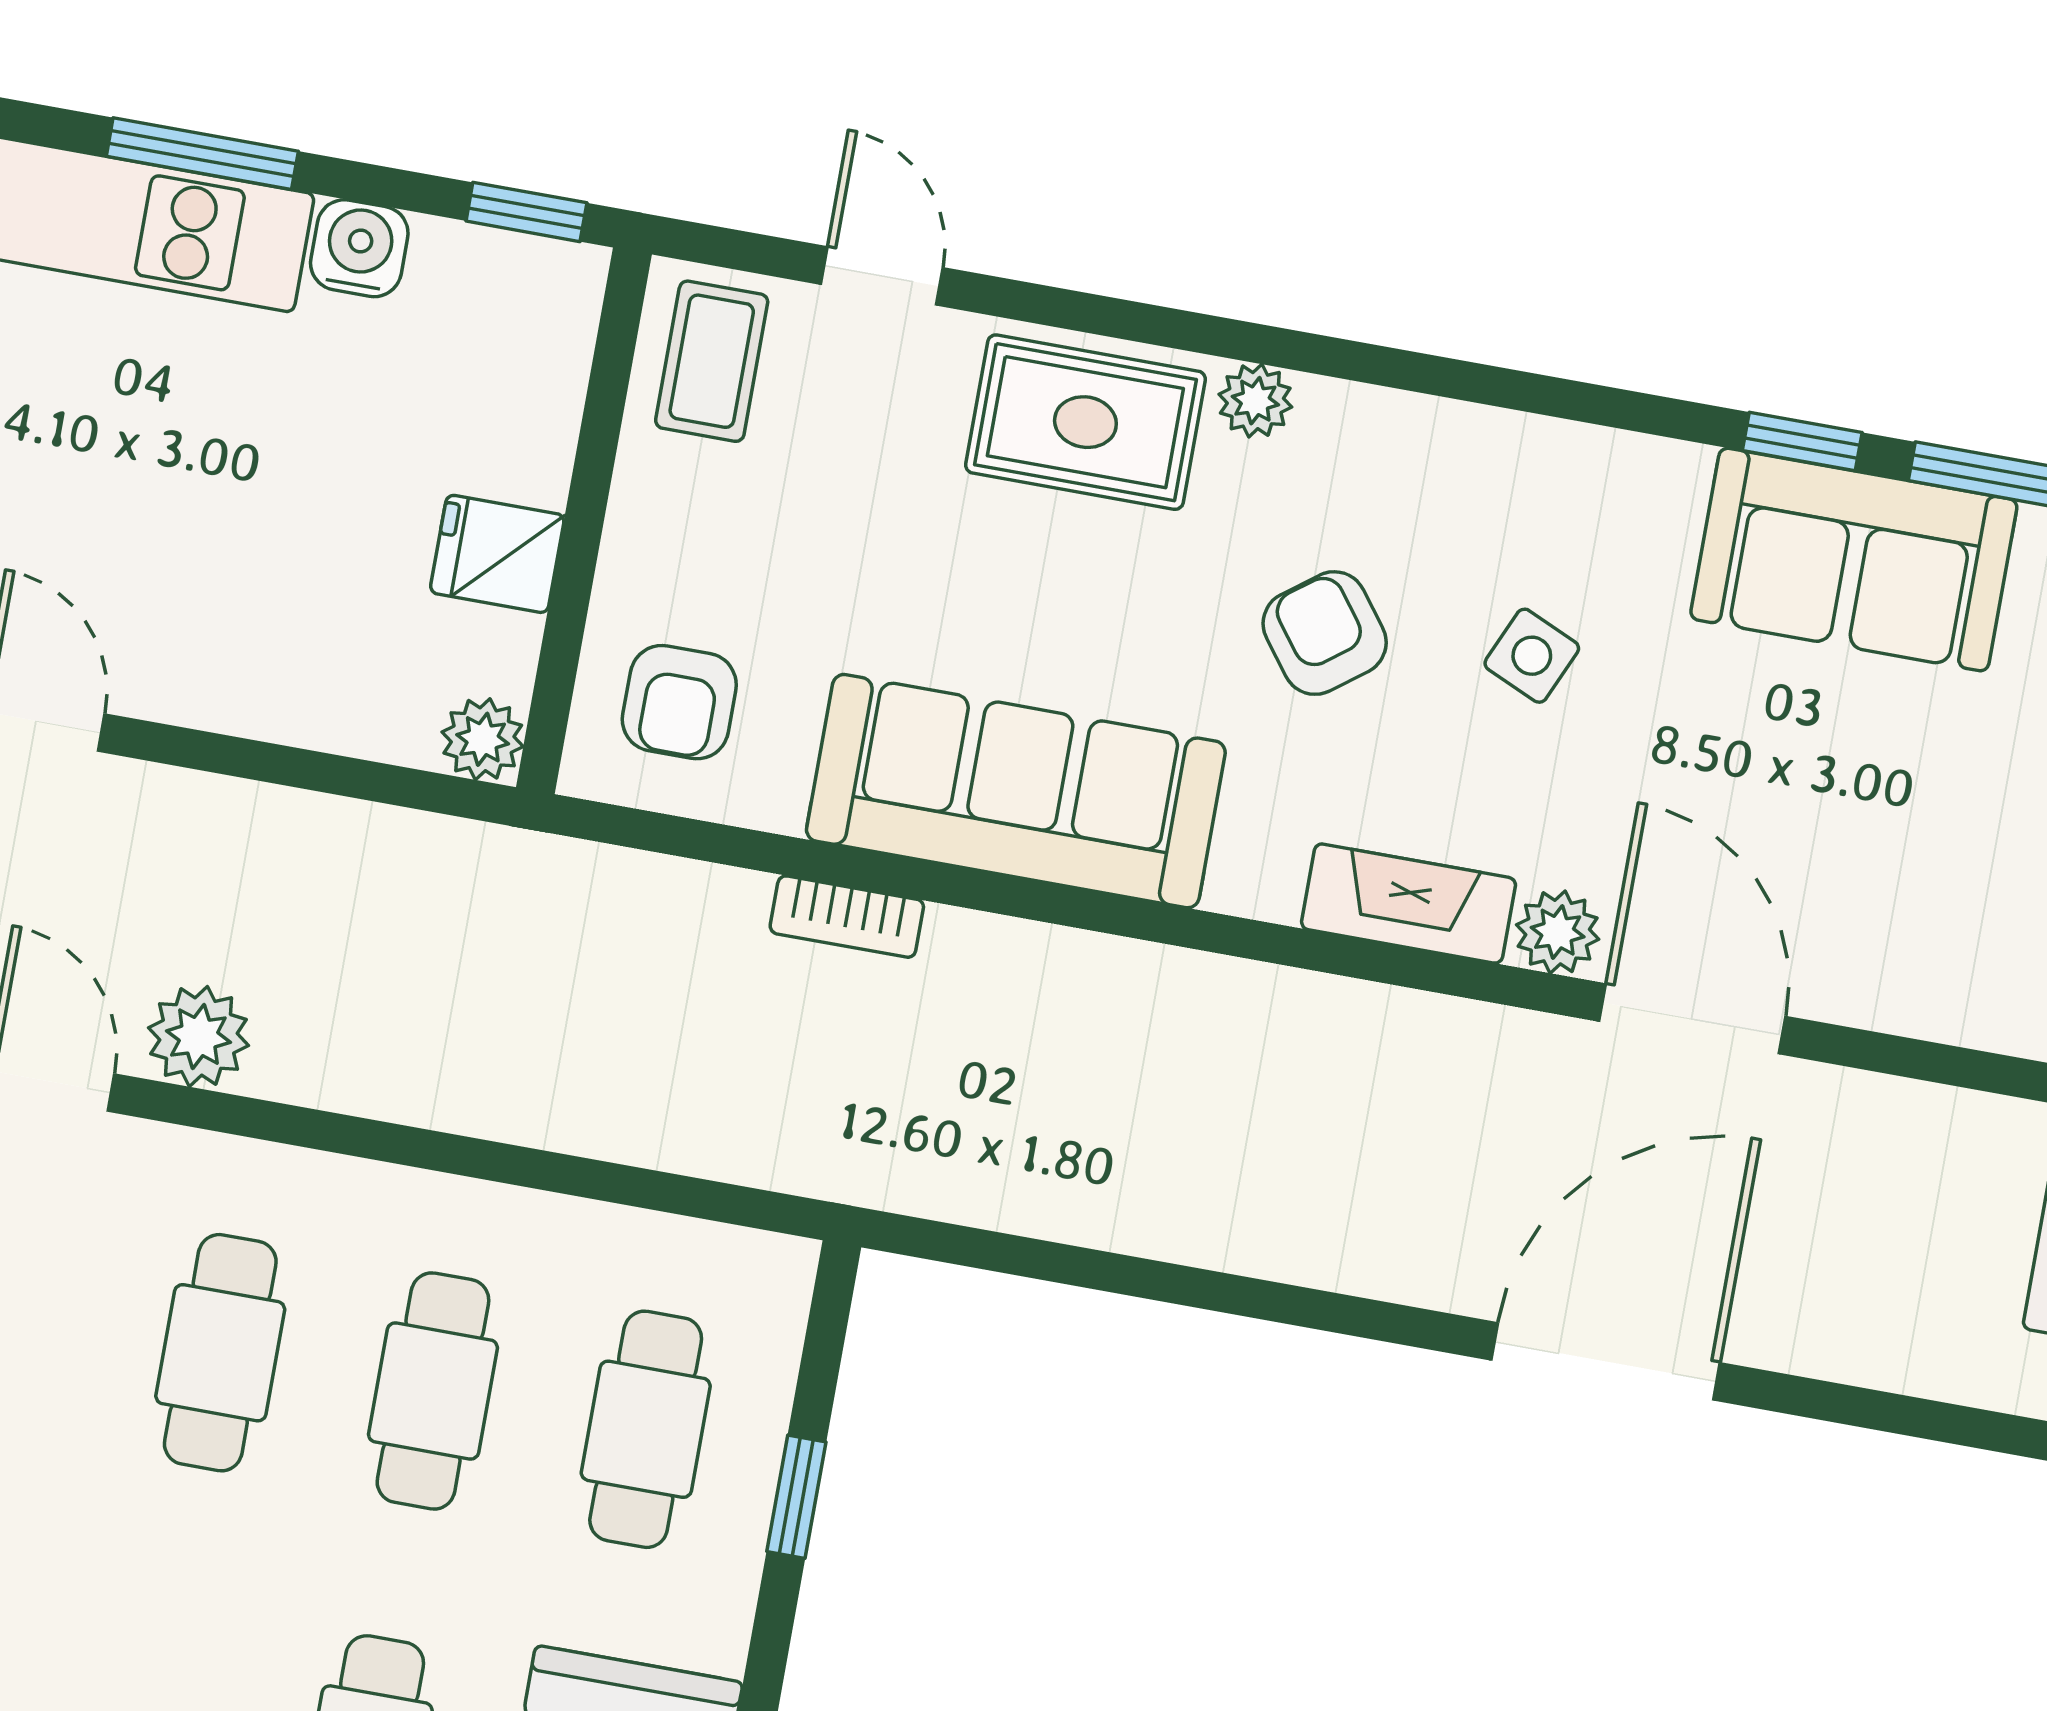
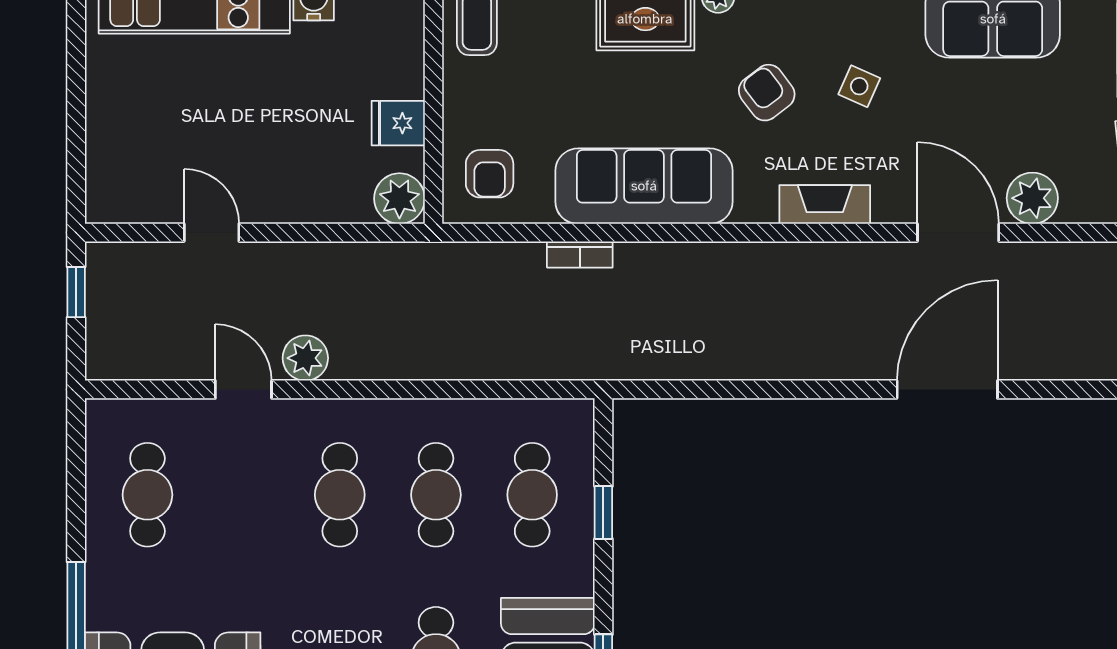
plant: (483, 739) -> (399, 199), width x1.38, depth x1.38
plant: (1558, 932) -> (1032, 198), moved, width x1.38, depth x1.38

